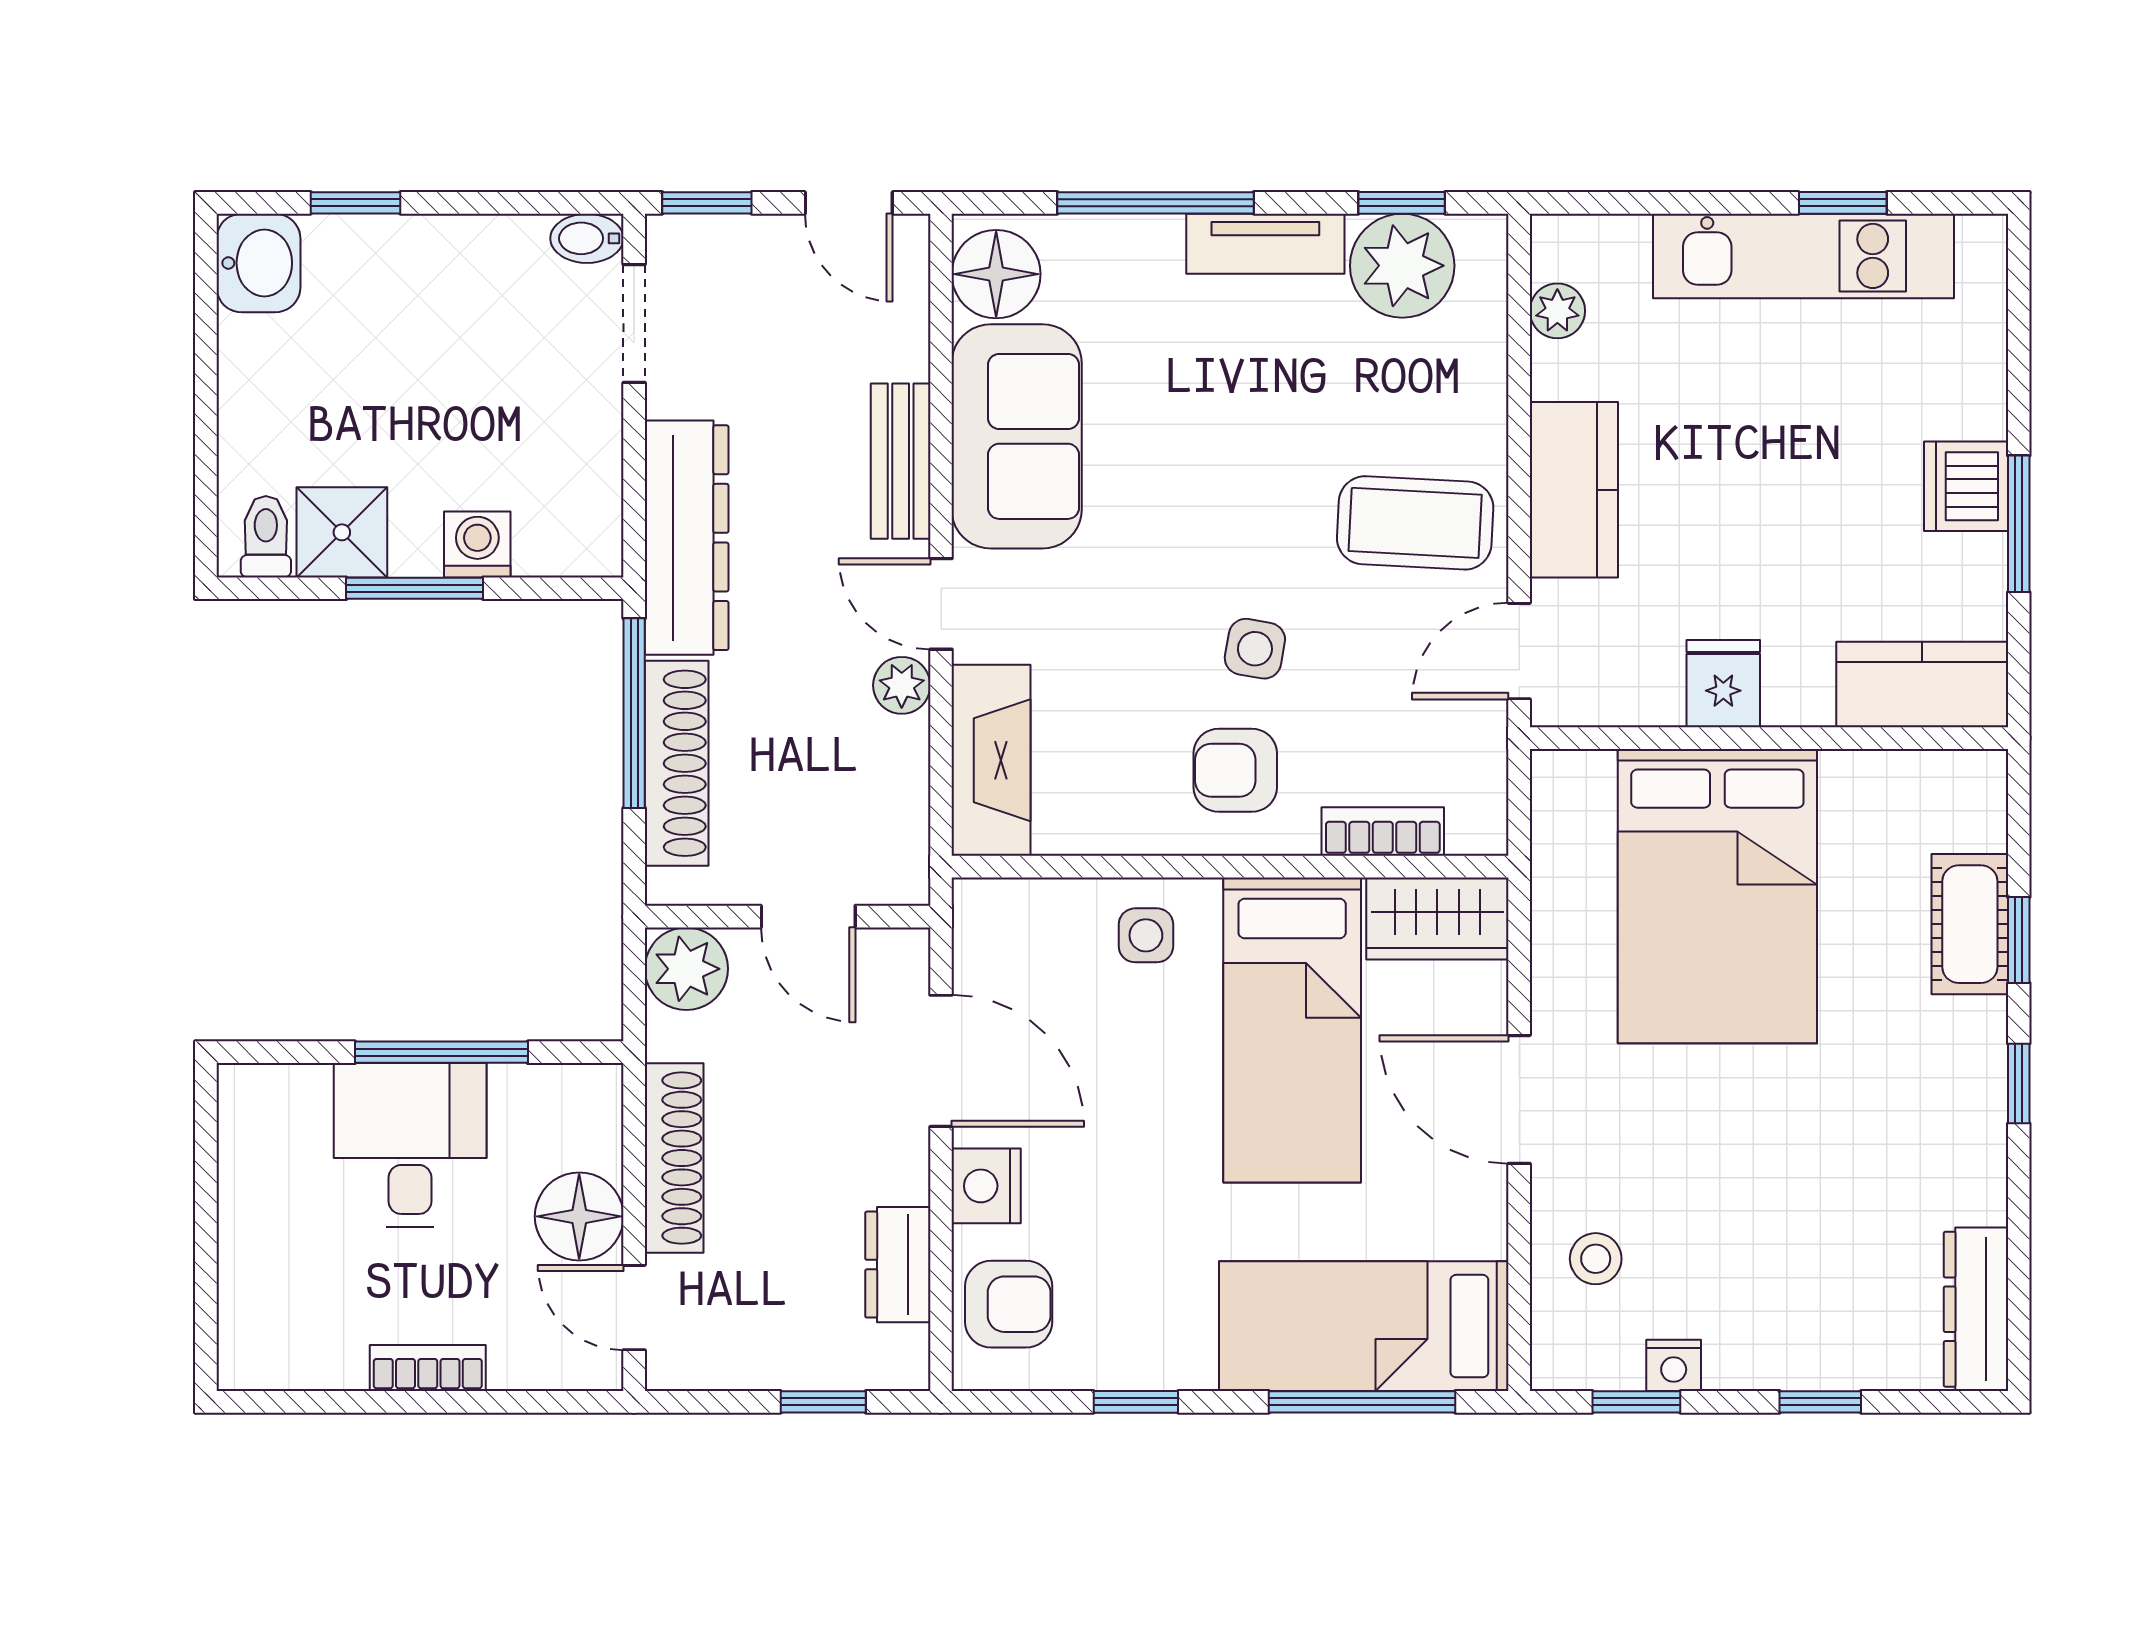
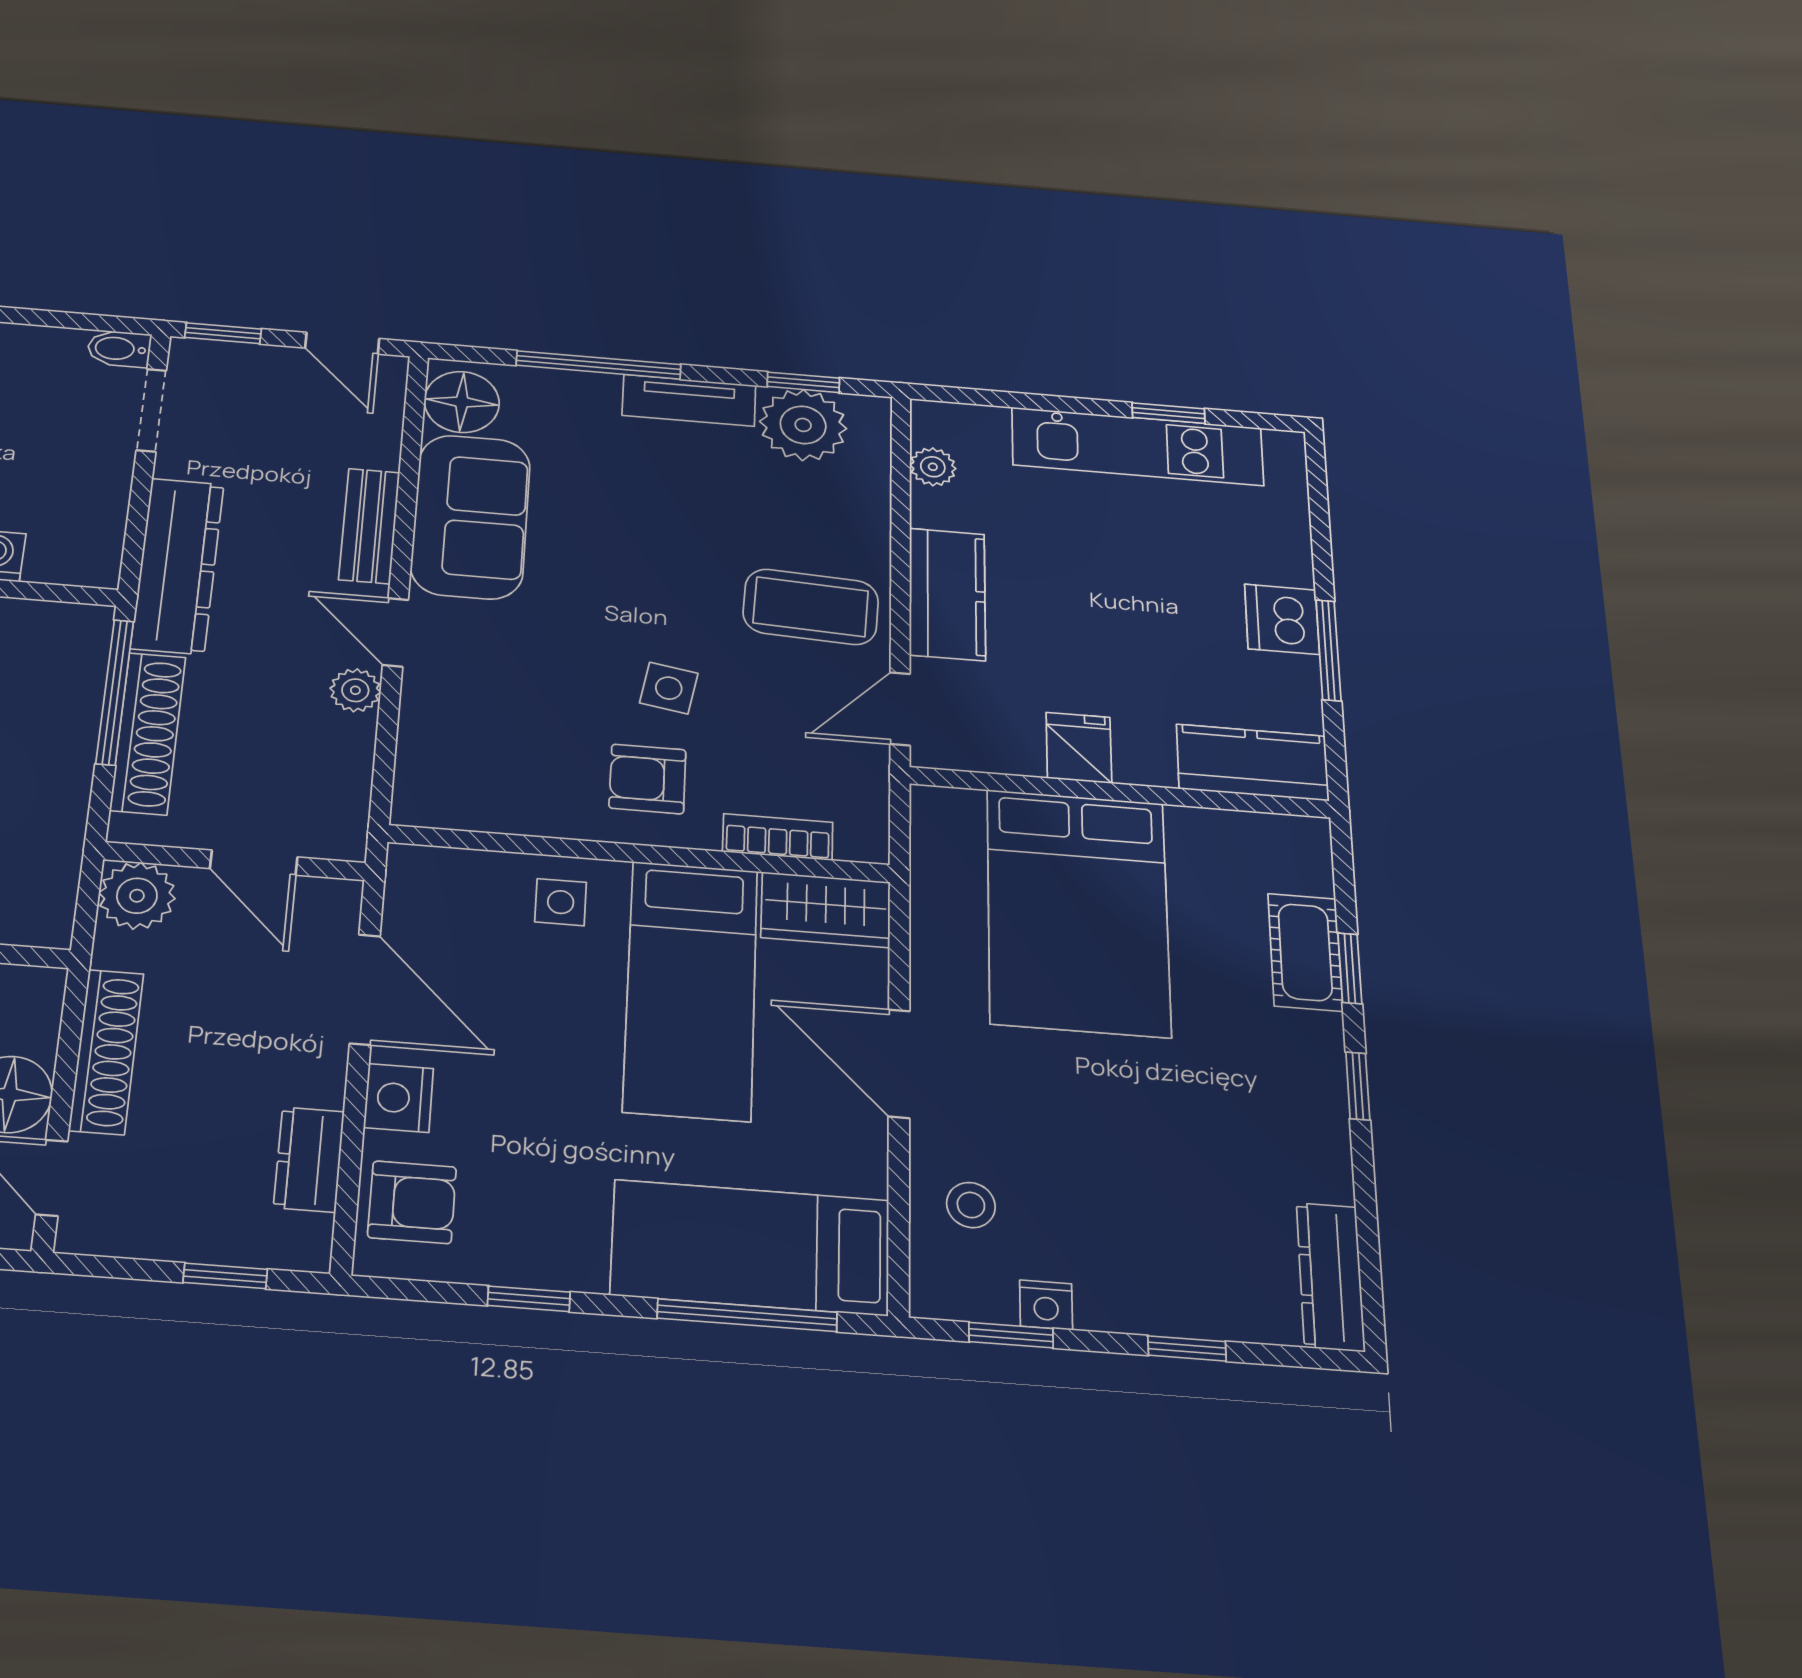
fireplace: (991, 760) -> (430, 754), removed

